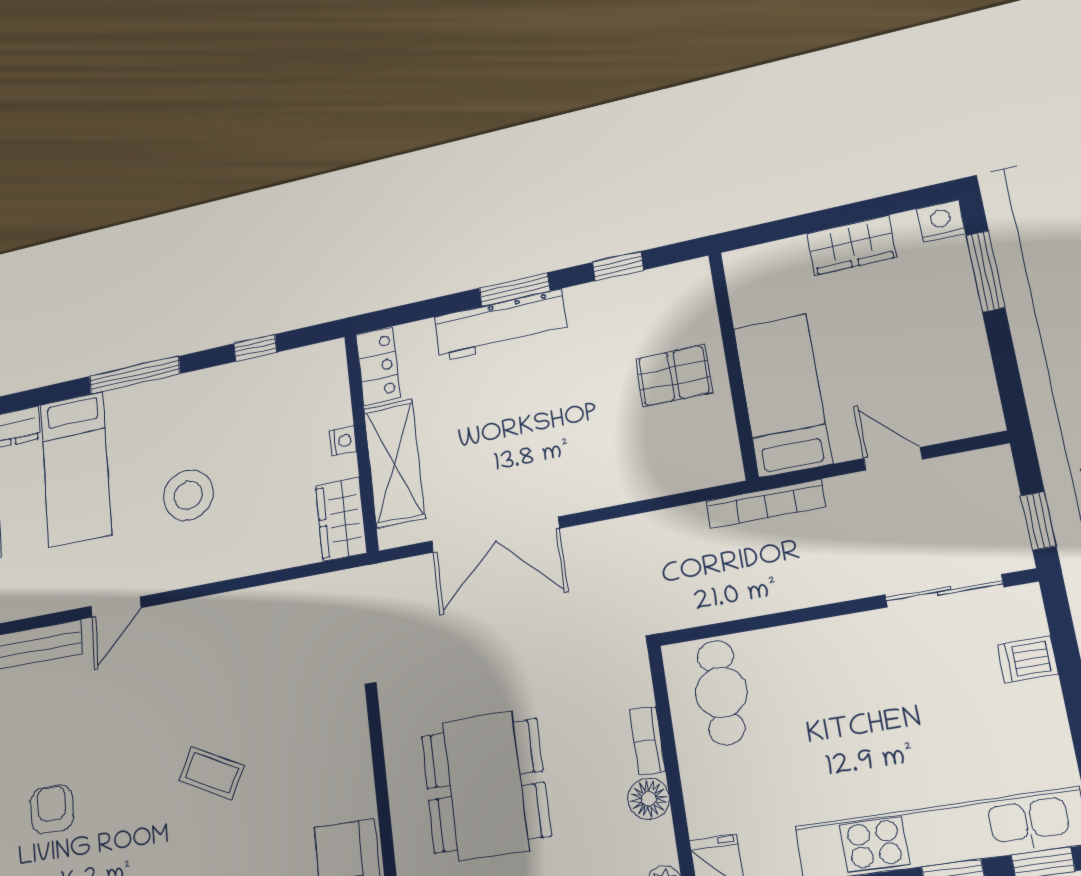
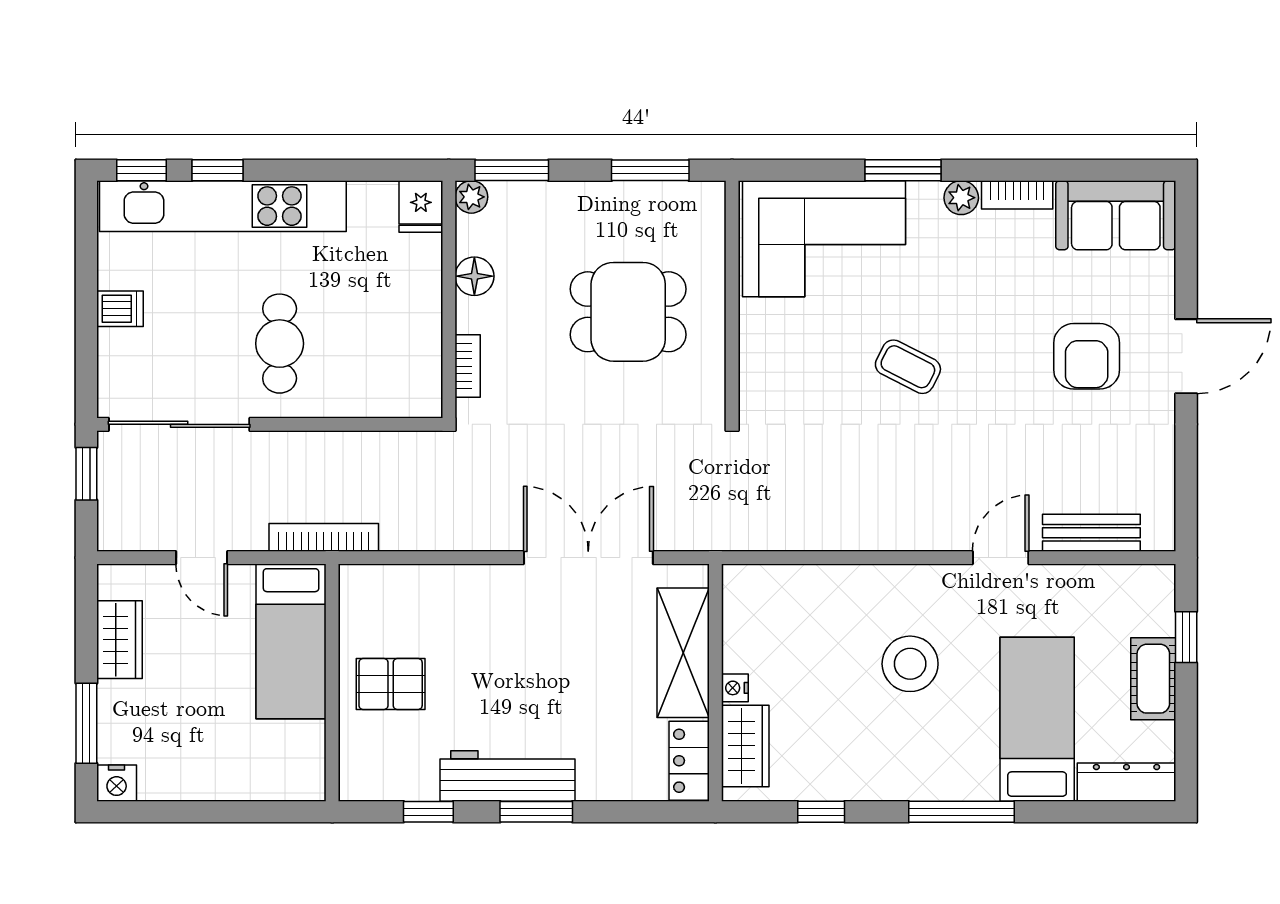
wardrobe: (852, 245) -> (119, 640), moved, turned 90
workbench: (500, 326) -> (507, 776), moved
wardrobe: (341, 519) -> (745, 746), moved
sliding door: (944, 591) -> (179, 424), width x1.37
dishwasher: (1028, 659) -> (120, 309), moved
cafe table: (721, 692) -> (280, 344), moved
bookcase: (648, 741) -> (468, 366), moved
dining table: (485, 786) -> (628, 312), width x0.73
armchair: (52, 809) -> (1087, 356), width x1.38, depth x1.38

